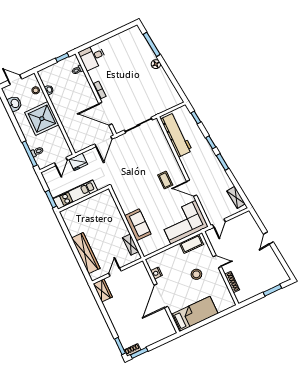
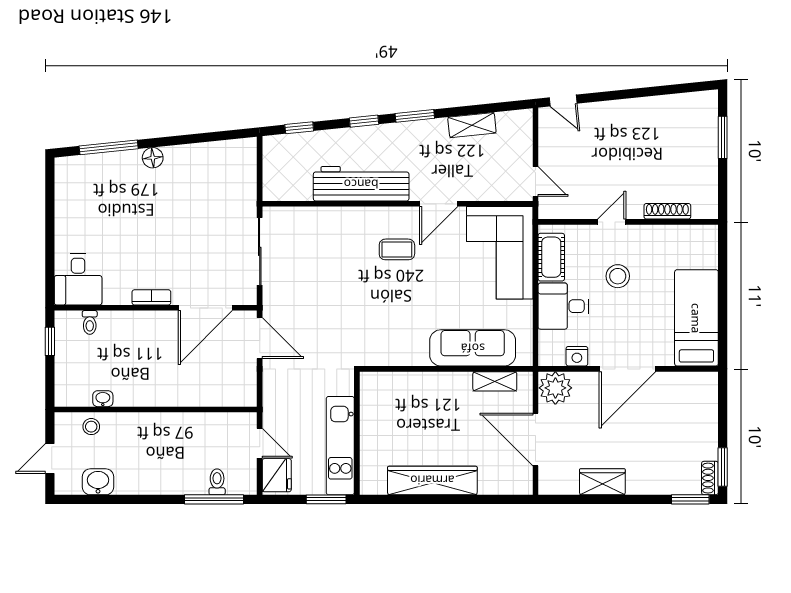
shower: (42, 119) -> (154, 441), removed
workbench: (176, 135) -> (361, 184), moved
fridge: (78, 162) -> (277, 475), moved
shelving: (236, 197) -> (472, 125), moved
sofa: (138, 225) -> (473, 348), width x1.36
door: (268, 238) -> (563, 101), moved
wardrobe: (86, 253) -> (432, 480), moved
desk: (174, 258) -> (563, 306), added
plant: (139, 270) -> (555, 388), added
door: (115, 272) -> (535, 440), width x1.88
wardrobe: (103, 290) -> (602, 482), moved
door: (161, 296) -> (627, 369), hinge flipped

